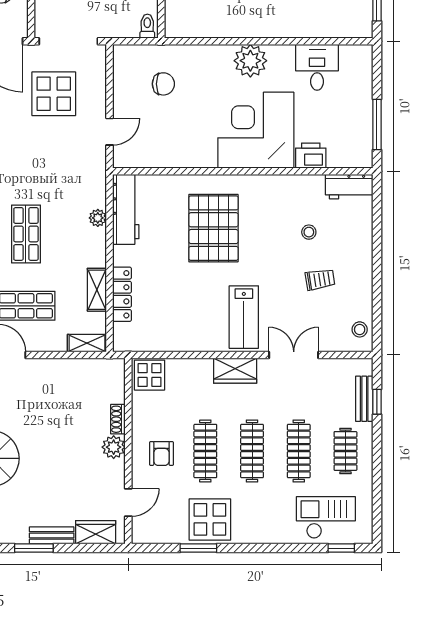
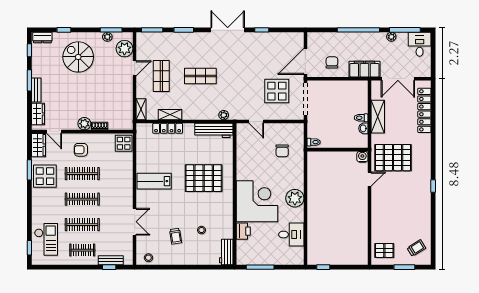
plant: (98, 218) -> (224, 115), moved
lab bench: (244, 317) -> (154, 181), moved
wardrobe: (235, 371) -> (38, 145), moved, turned 180

